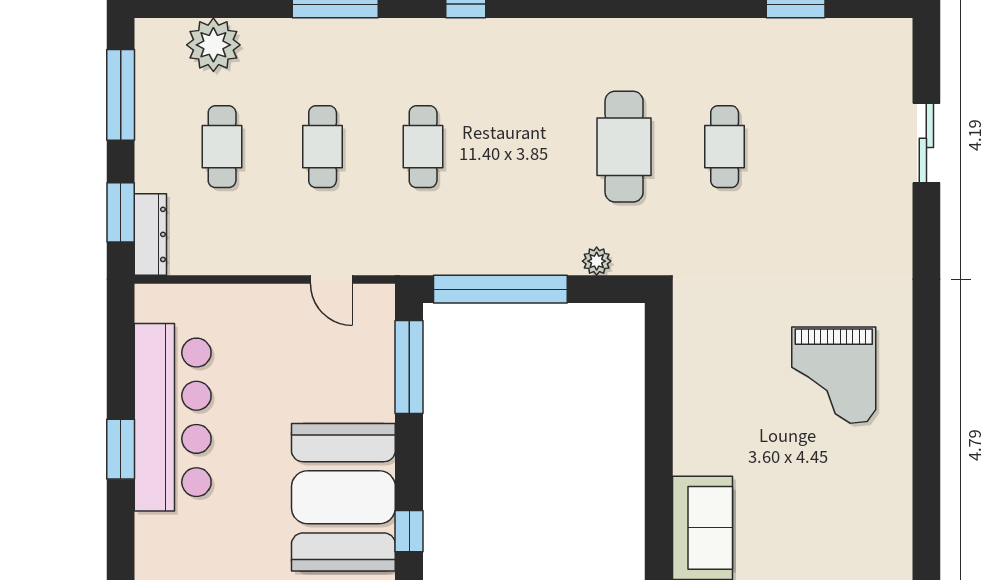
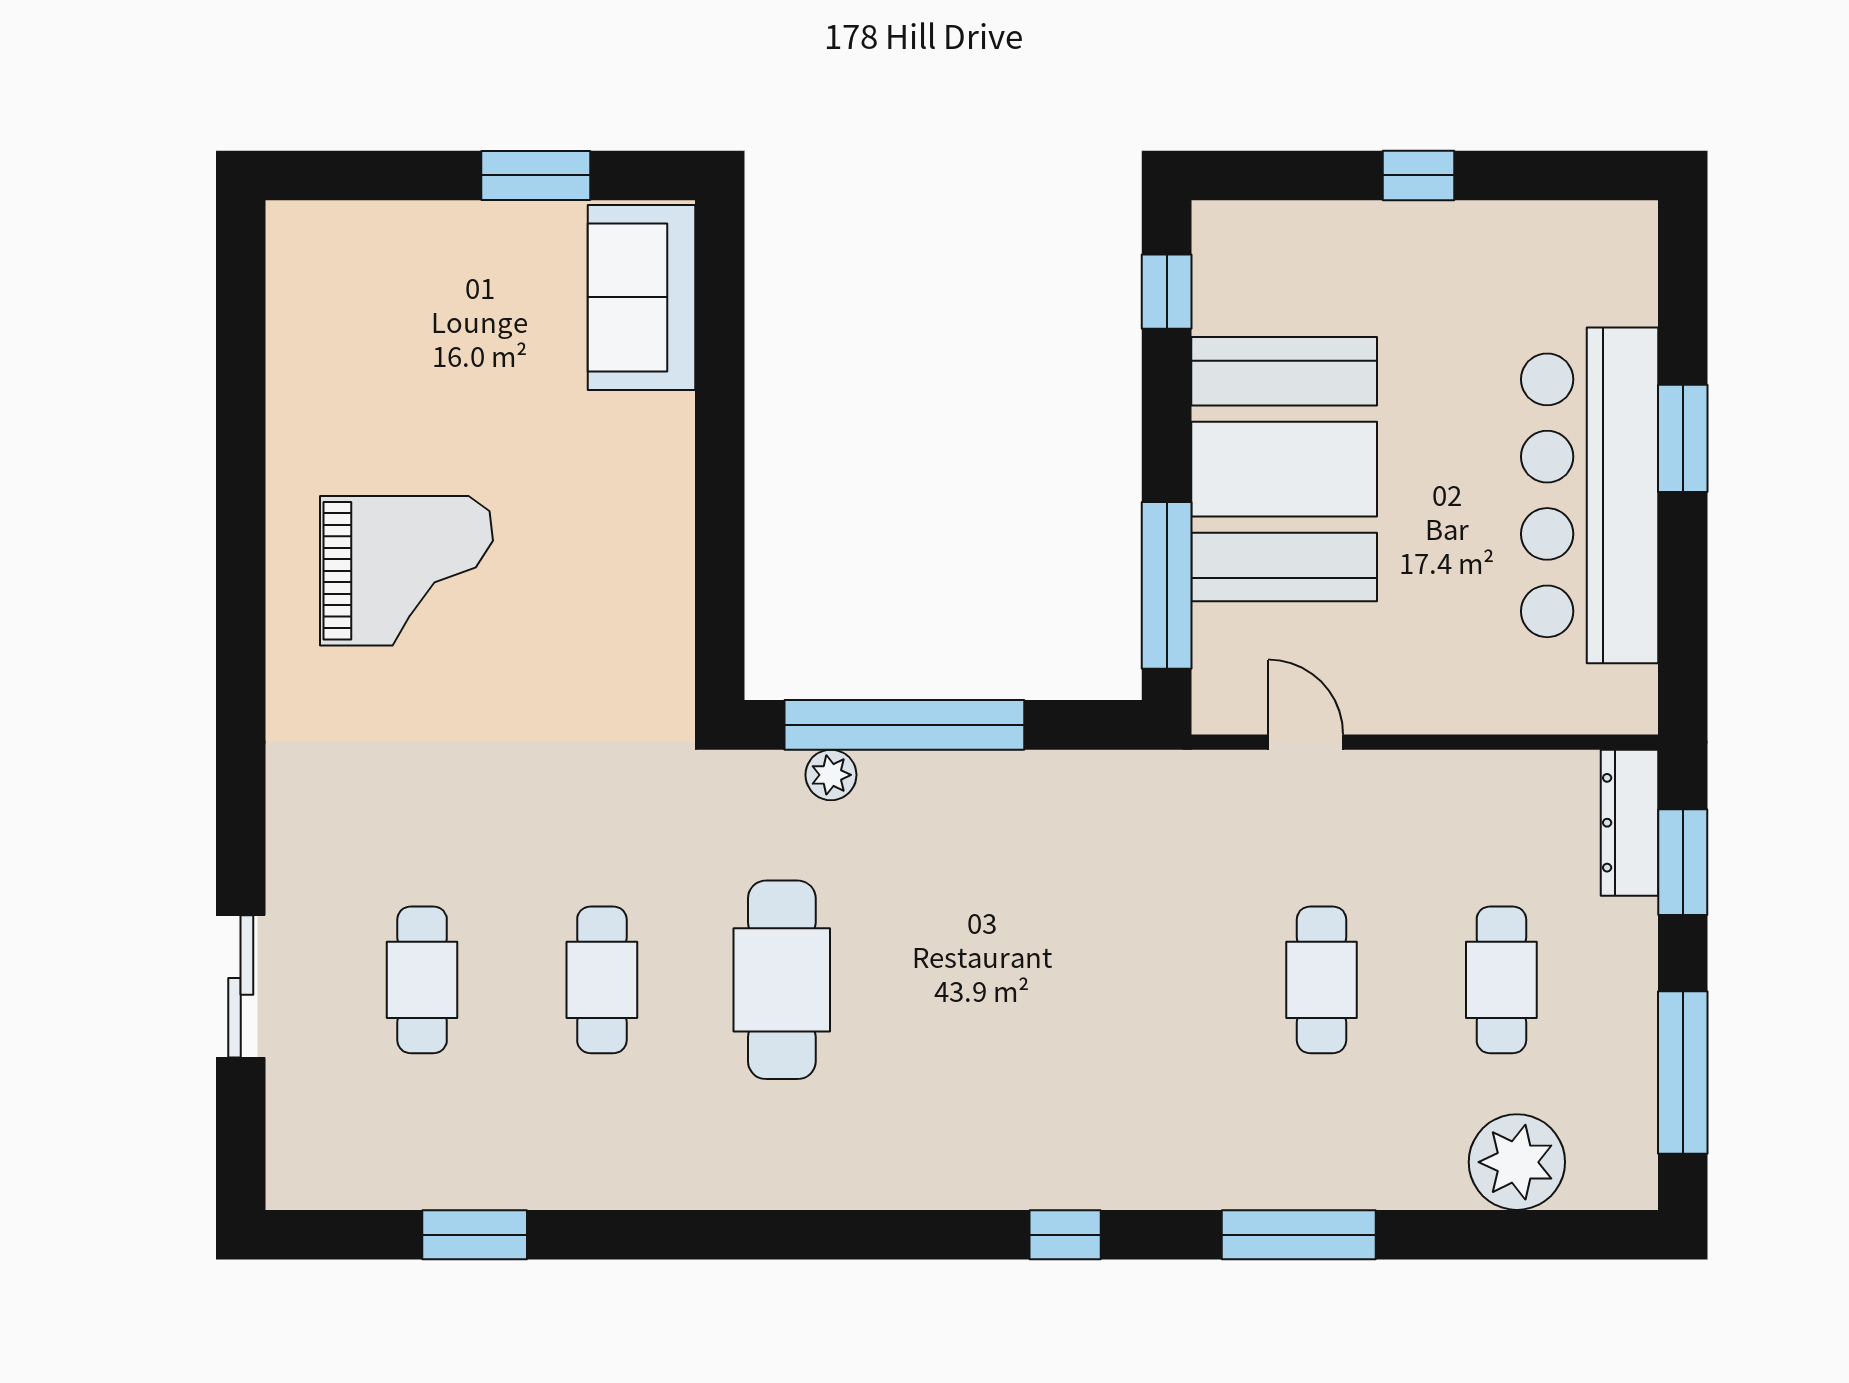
cafe table: (423, 147) -> (422, 980), moved
window: (500, 289) -> (904, 725), moved
grand piano: (834, 375) -> (406, 571), turned 90
booth: (343, 497) -> (1284, 469), moved

